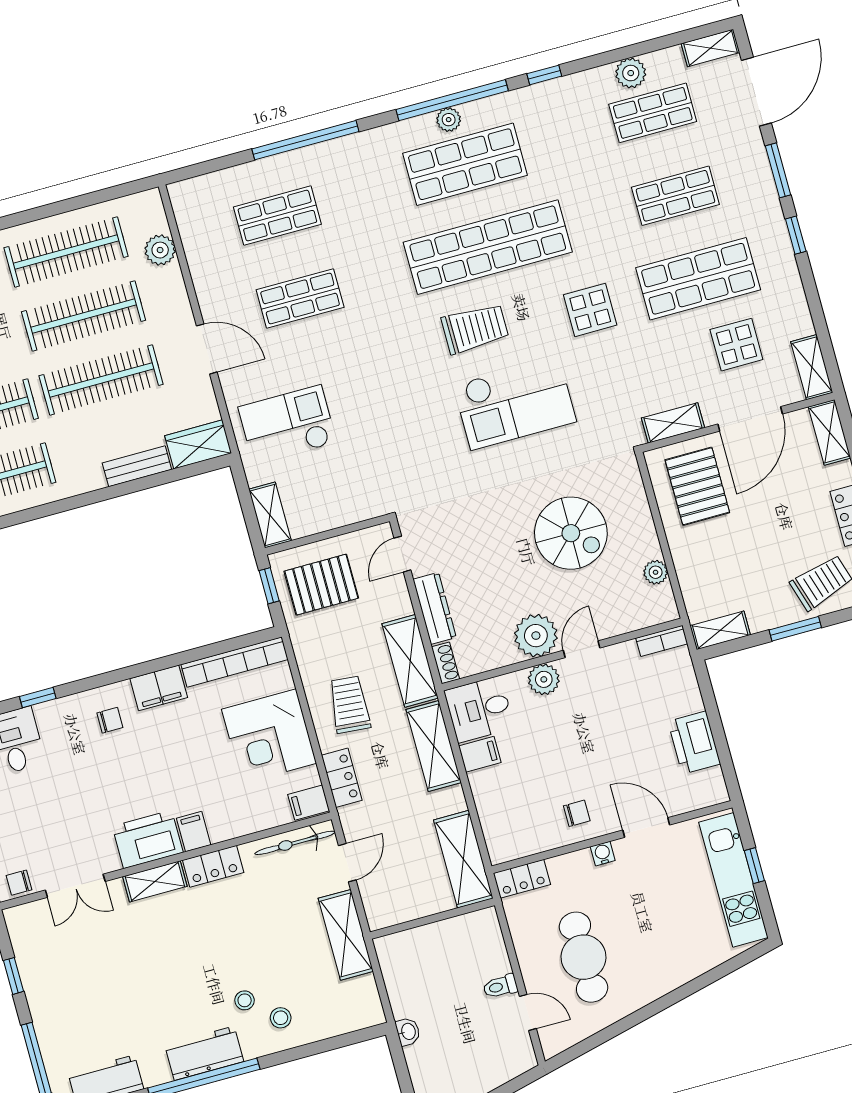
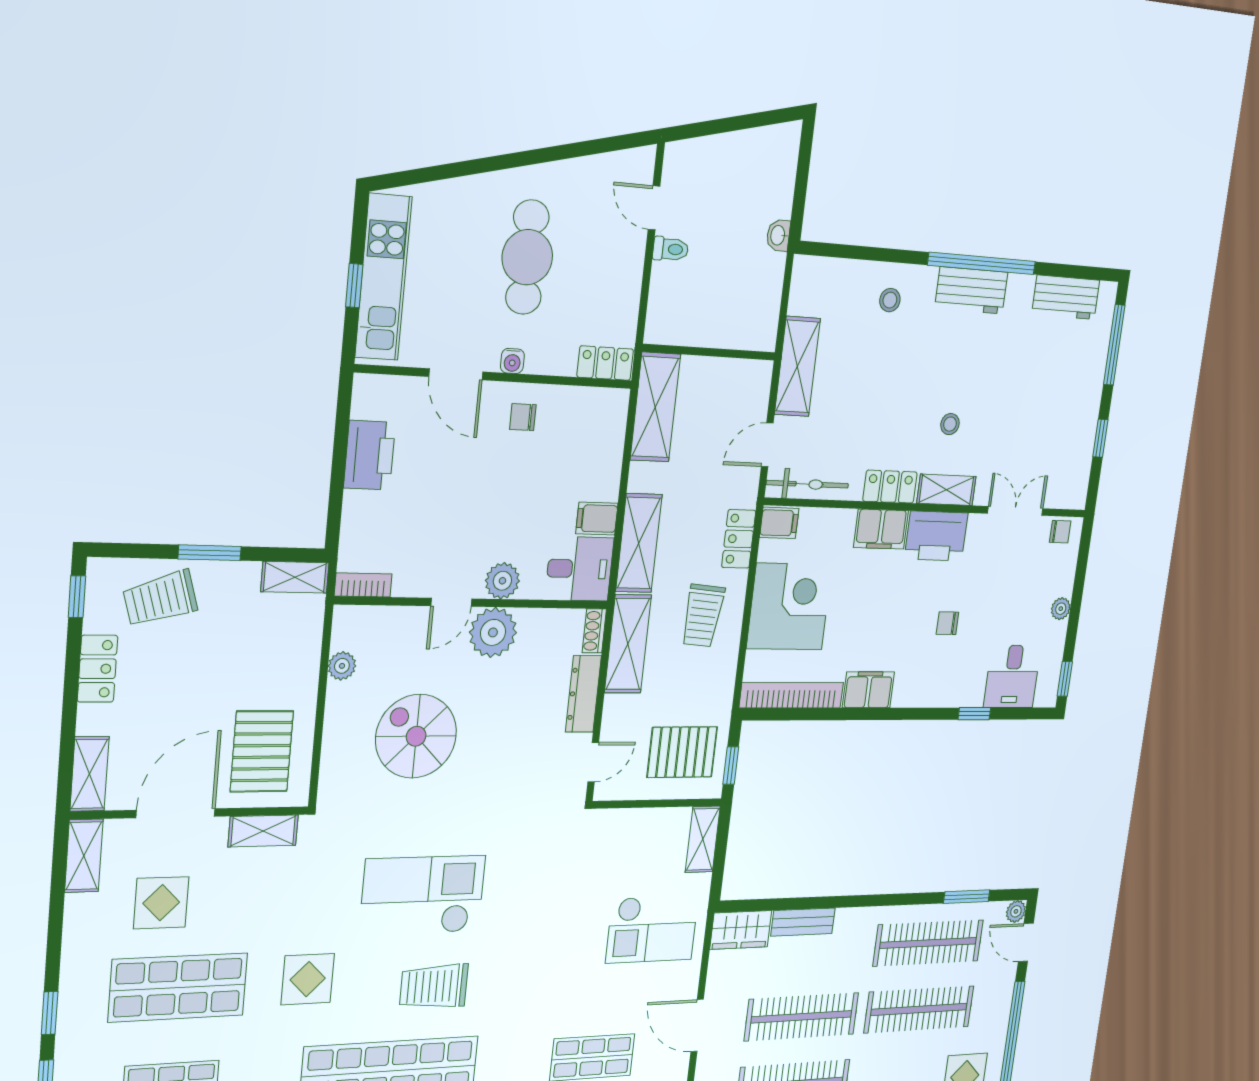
chair: (110, 720) -> (947, 623), moved
filing cabinet: (194, 832) -> (881, 529), width x2.00
cafe table: (584, 957) -> (527, 257), moved
stool: (245, 1000) -> (950, 424), moved

